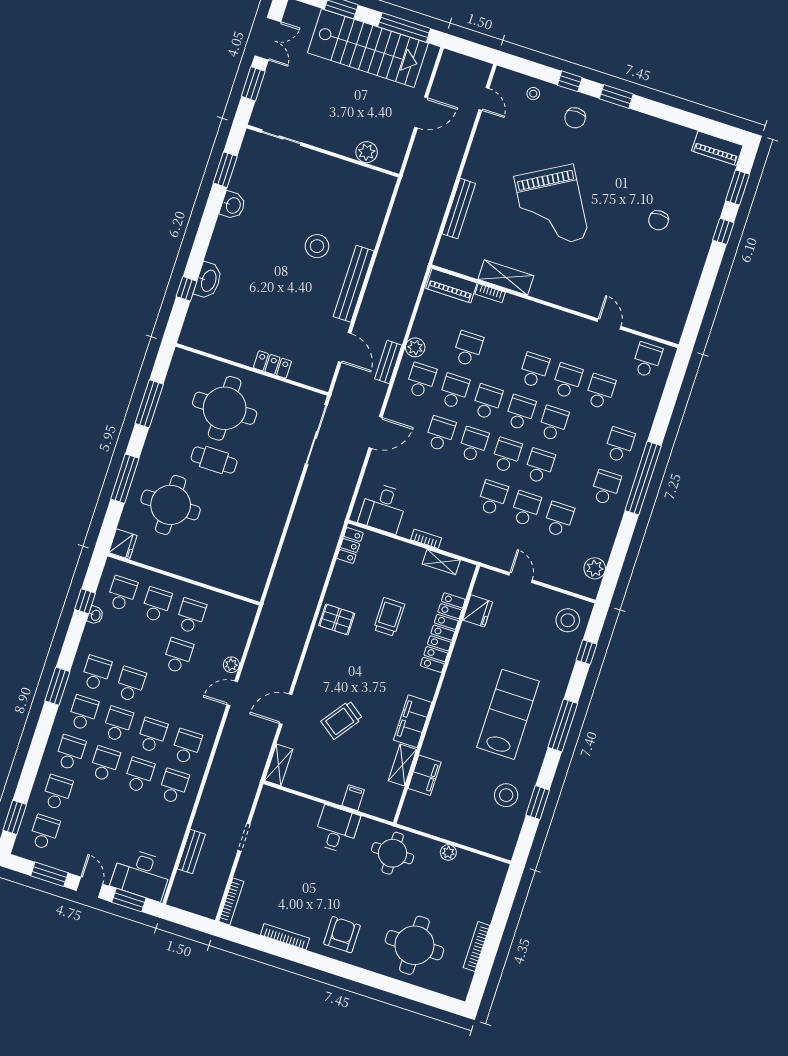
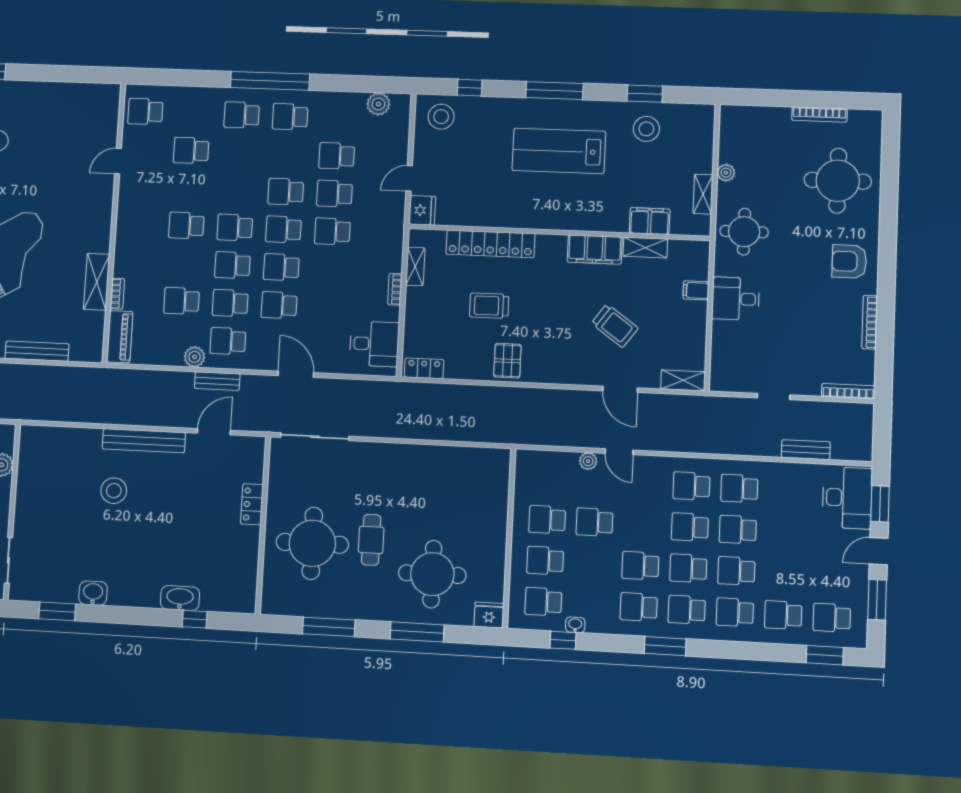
school desk: (567, 381) -> (189, 188), removed
school desk: (553, 423) -> (237, 190), removed
fridge: (478, 611) -> (422, 210), moved, turned 90
shelving: (435, 827) -> (703, 194), added

